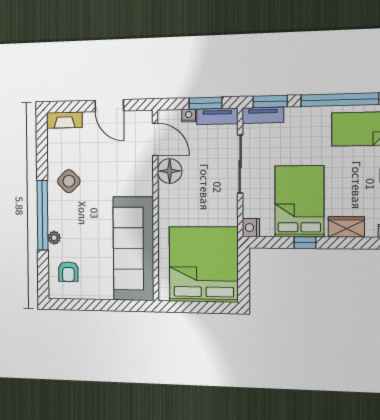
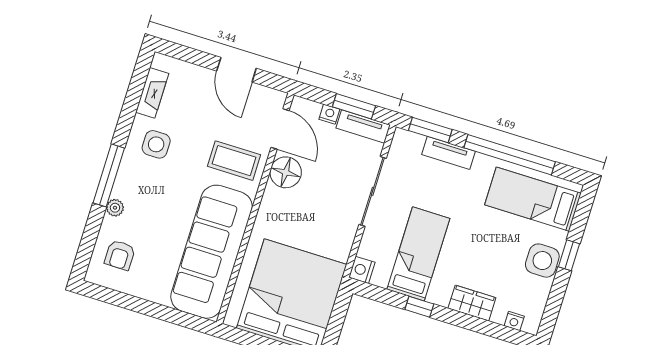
tv unit: (263, 115) -> (448, 153), moved
fireplace: (65, 120) -> (152, 93), moved, turned -90
coffee table: (129, 175) -> (234, 161), added
side table: (69, 181) -> (156, 144), turned 45
bed: (299, 201) -> (418, 254), width x0.67
window: (43, 215) -> (109, 175), width x0.68

